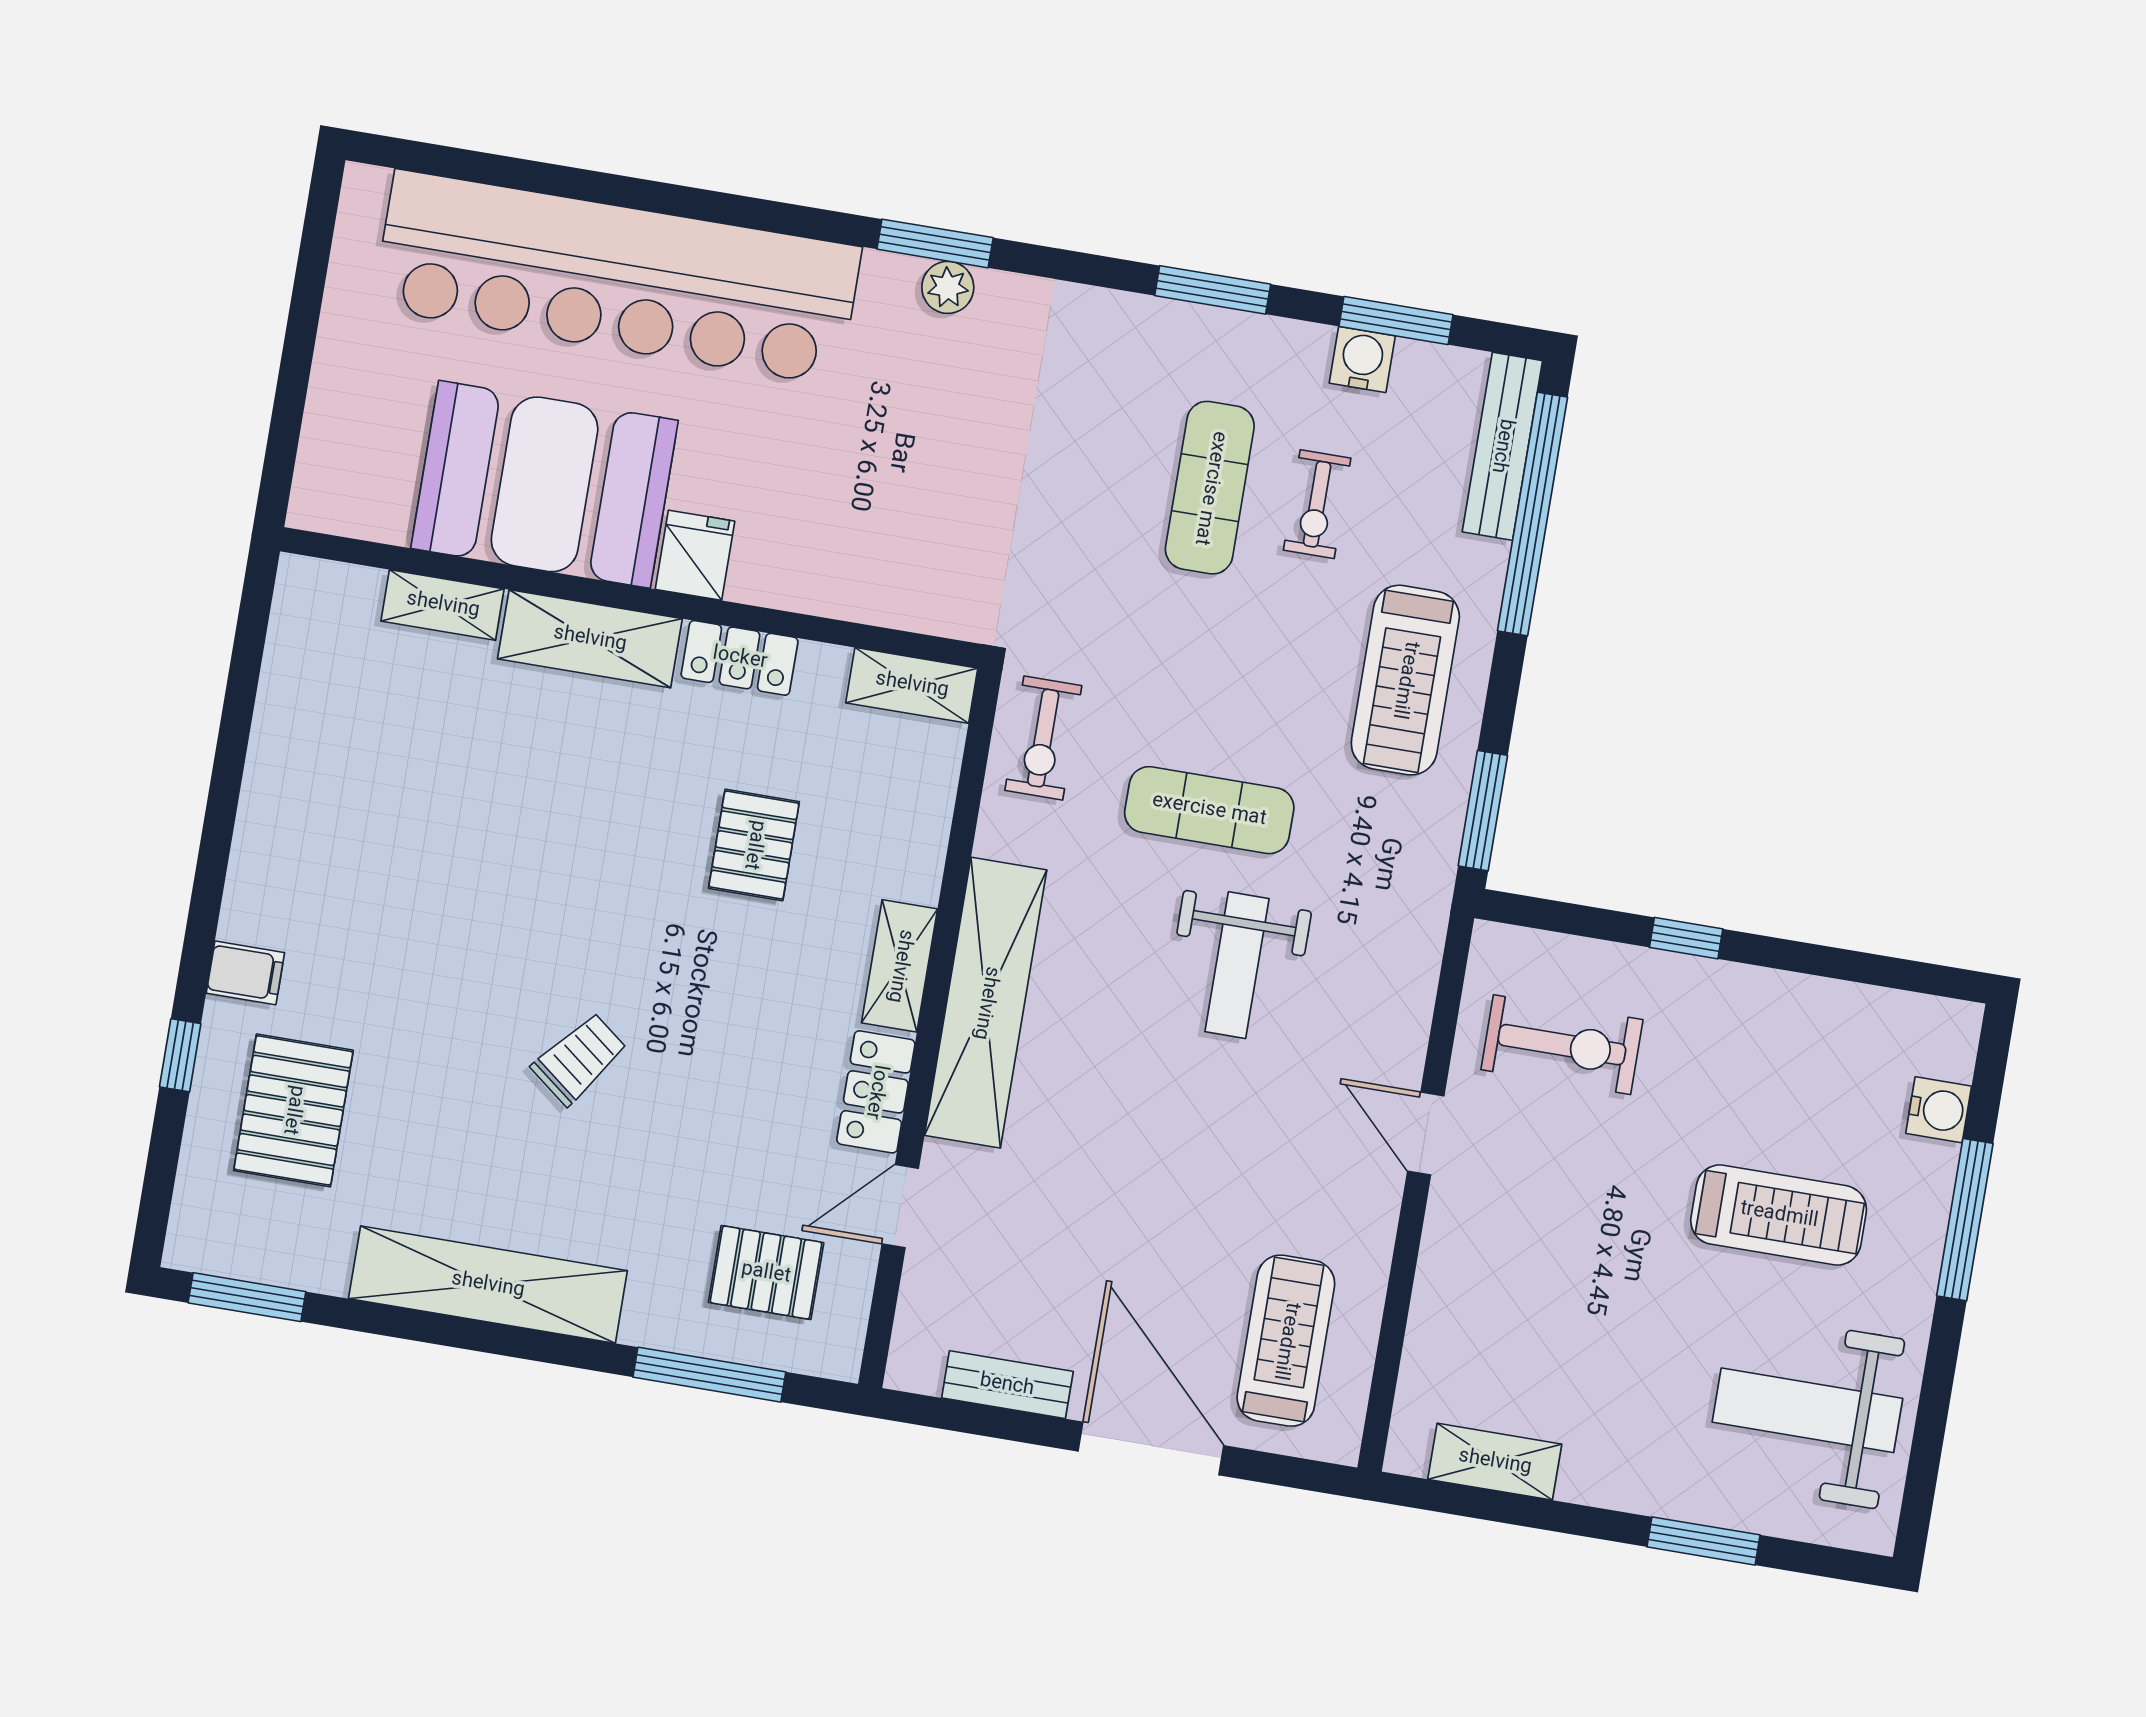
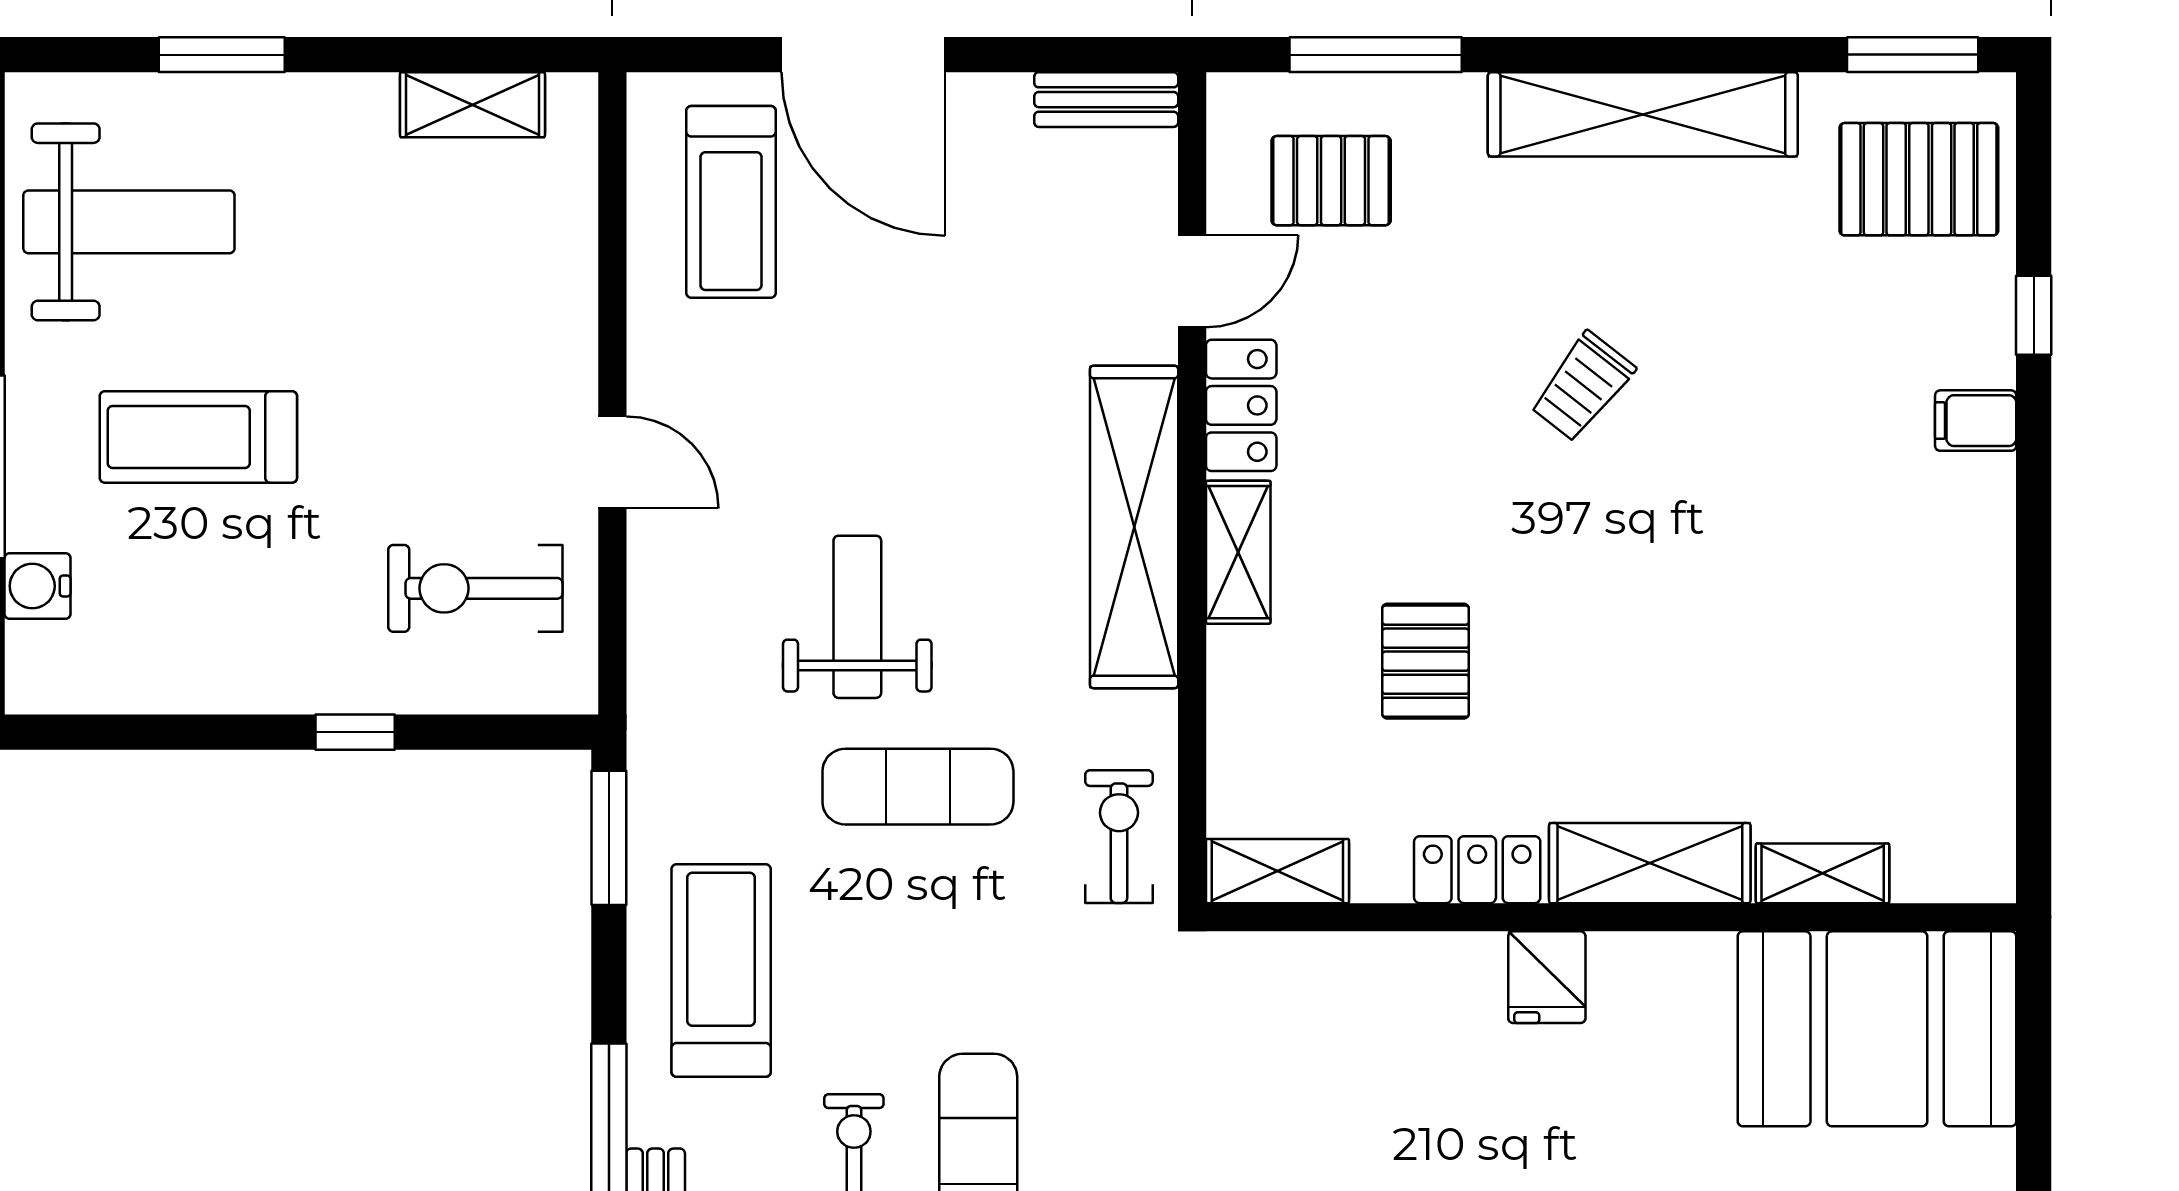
booth: (545, 484) -> (1877, 1029), moved
pallet: (293, 1110) -> (1919, 179), moved, turned 90
bench: (1007, 1385) -> (1106, 100), moved

